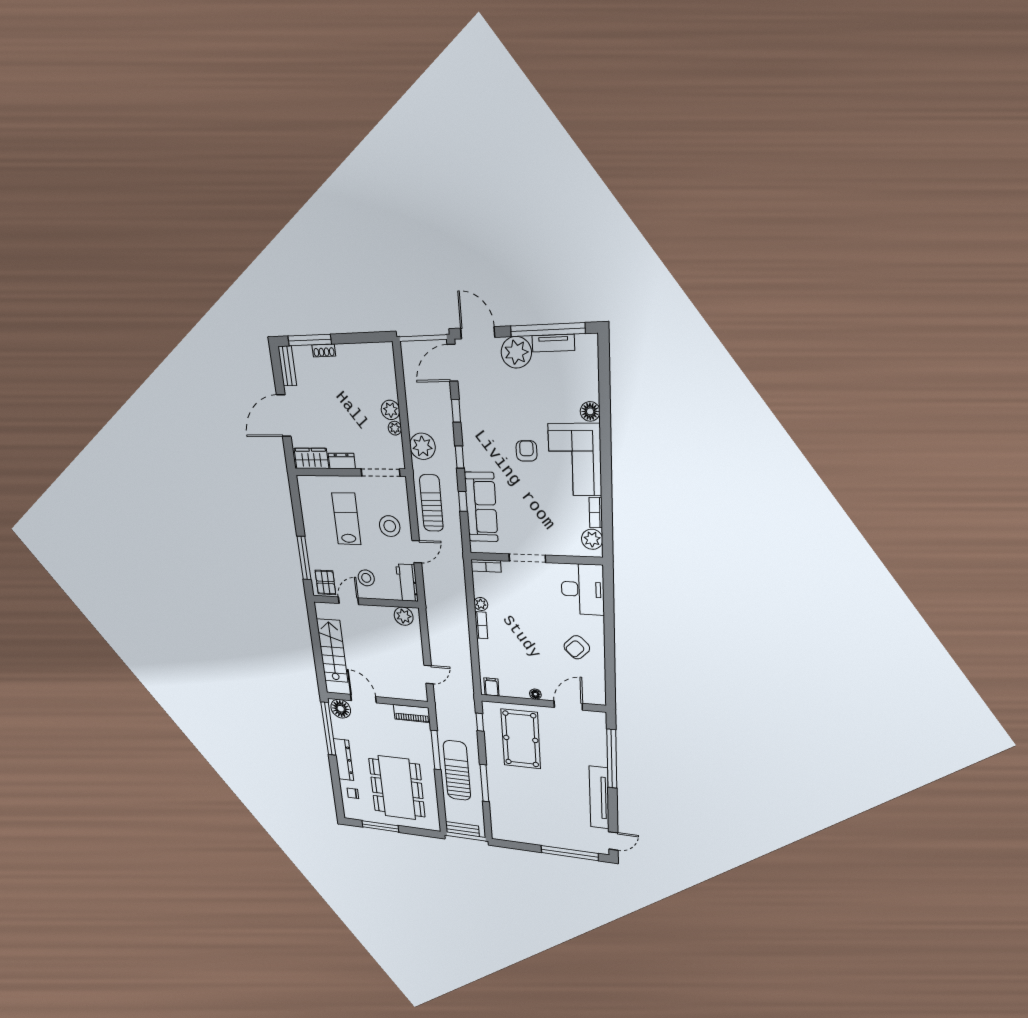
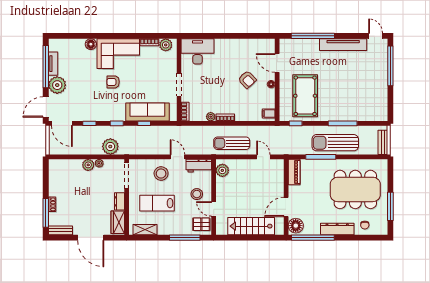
shelving: (307, 500) -> (145, 230), added
sun lounger: (431, 503) -> (232, 143), moved
armchair: (577, 647) -> (247, 80), moved
pool table: (521, 739) -> (305, 96), turned 90

